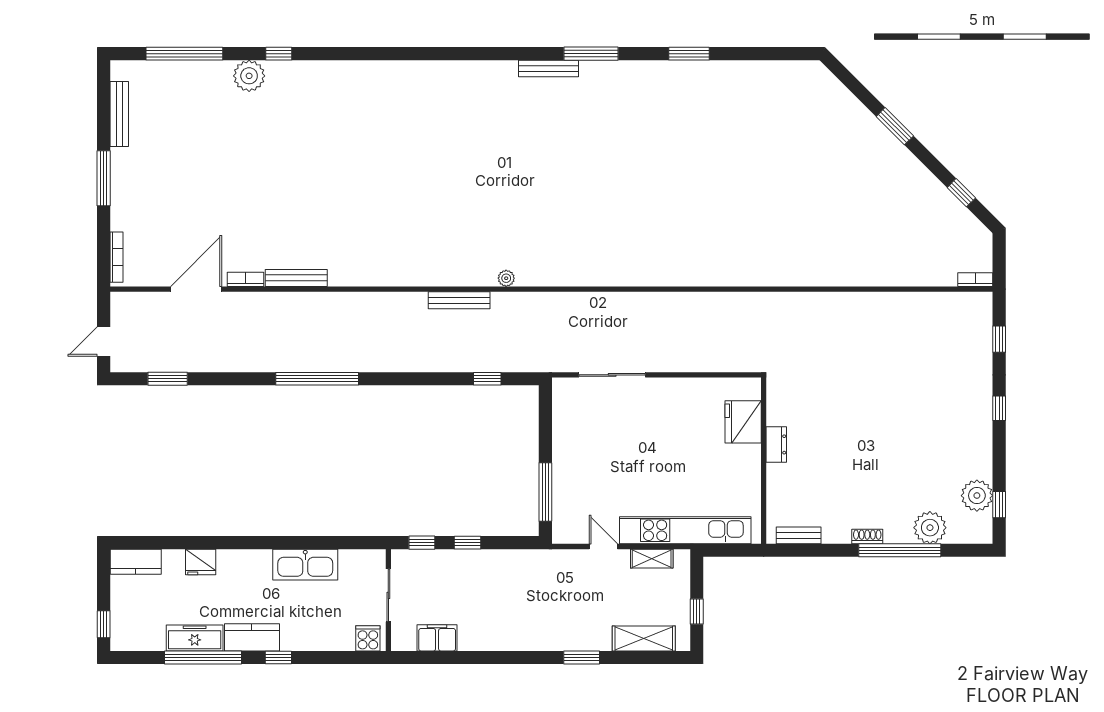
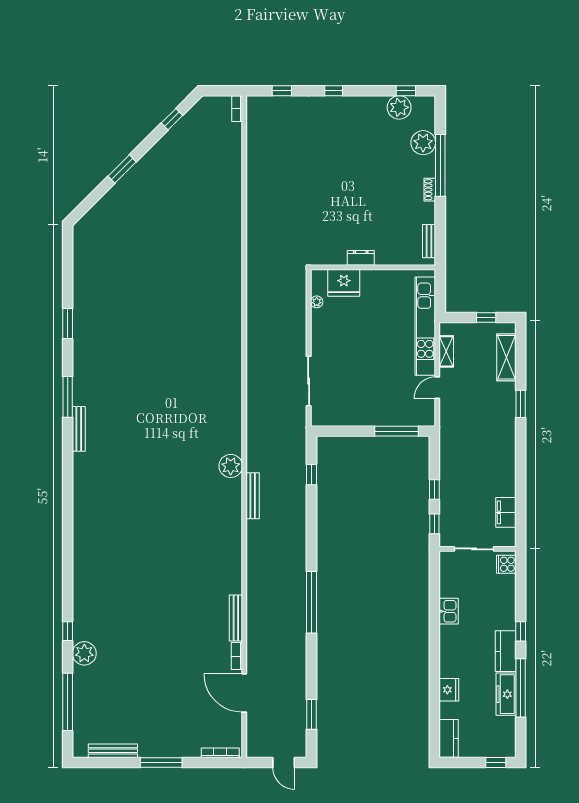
plant: (506, 278) -> (231, 466), width x1.88, depth x1.88
plant: (718, 386) -> (317, 302), added
kitchen sink: (305, 565) -> (449, 611), width x0.53, depth x0.81

